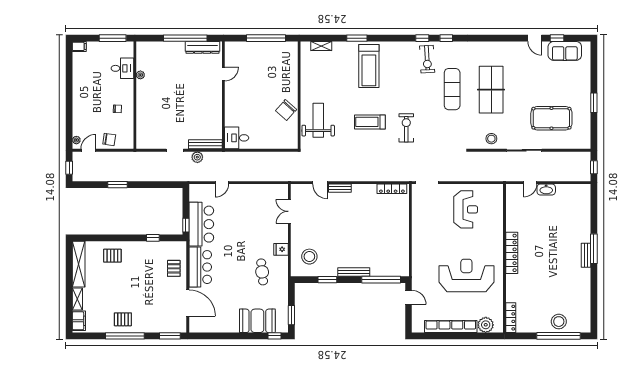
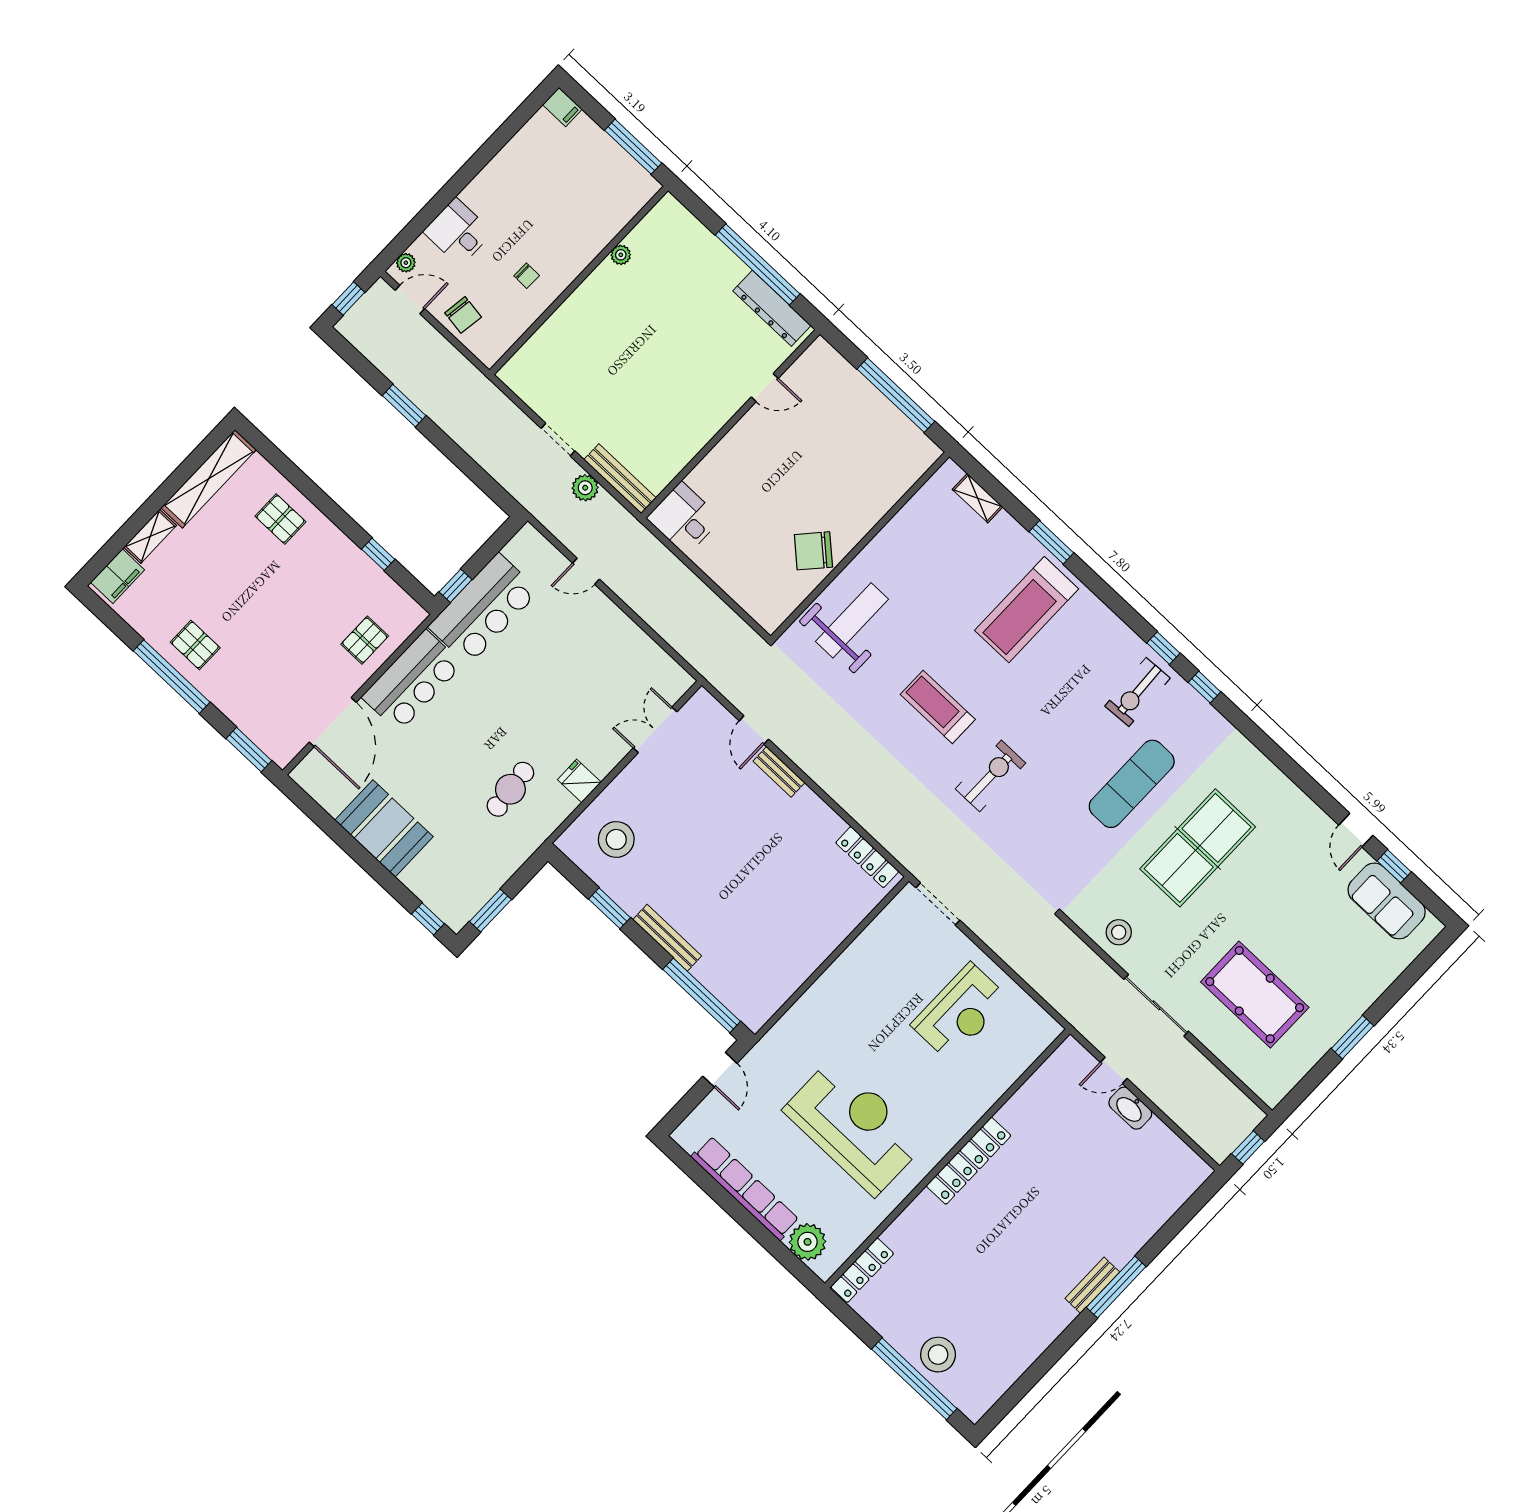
desk: (122, 68) -> (458, 232), moved, turned 180
booth: (257, 321) -> (384, 828), moved

